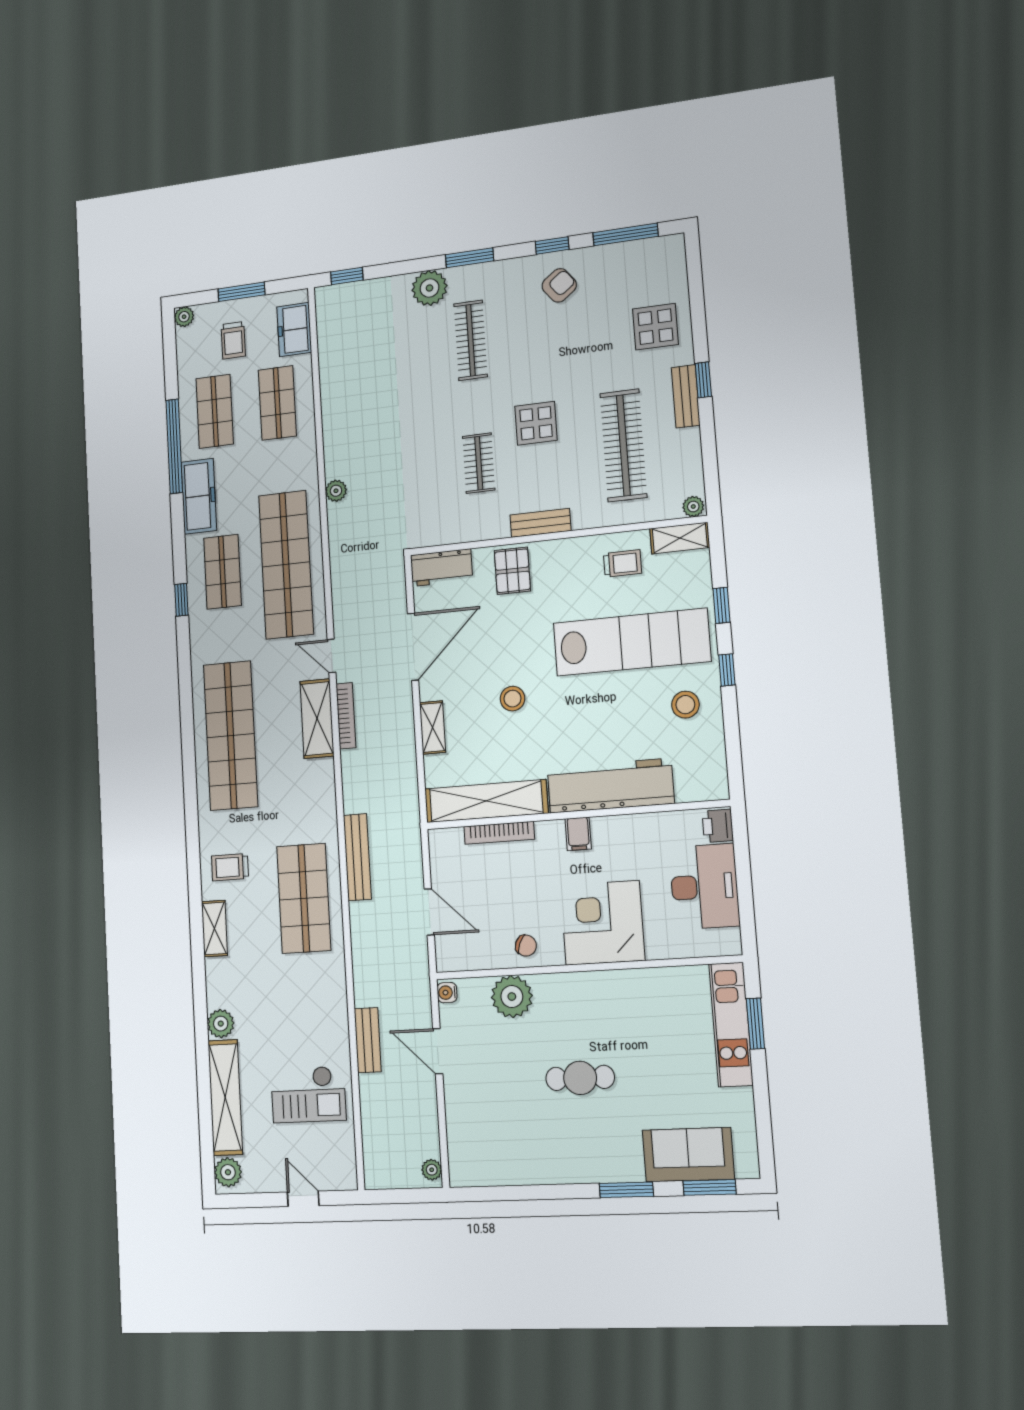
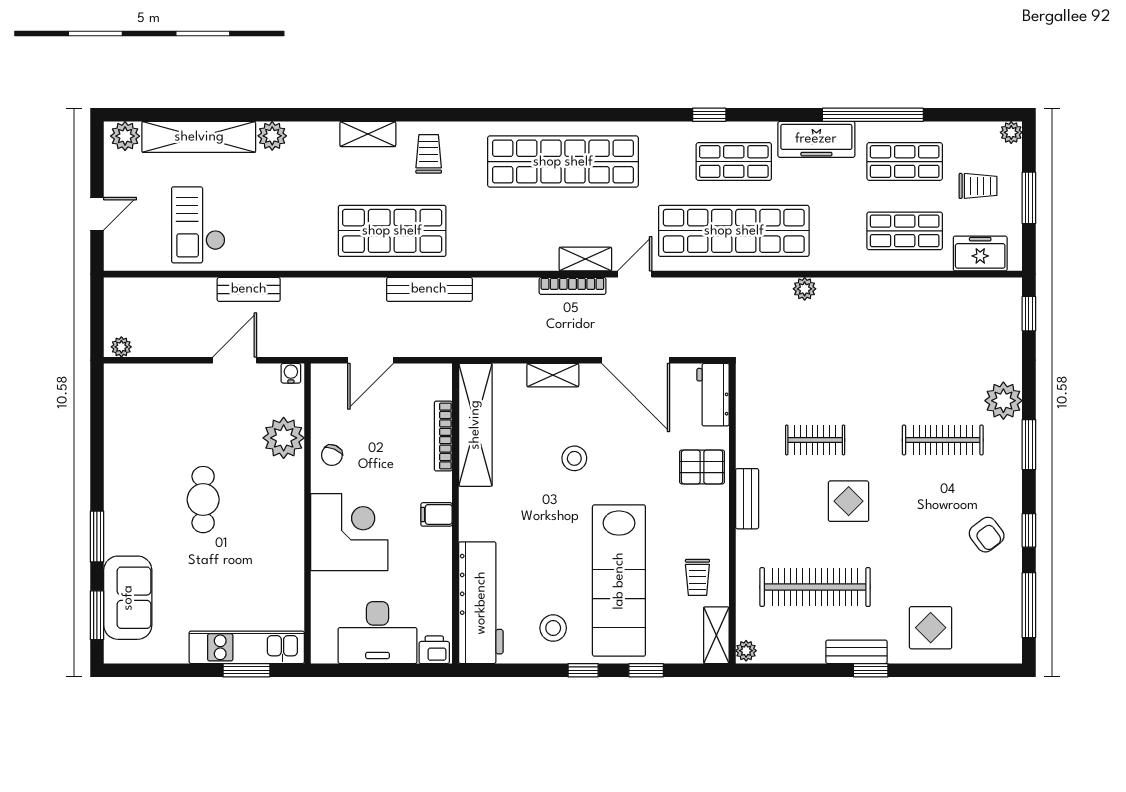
trolley: (233, 340) -> (978, 186), turned 180
shelving: (317, 719) -> (585, 259), width x0.67, depth x0.75
workbench: (610, 786) -> (481, 603), moved

